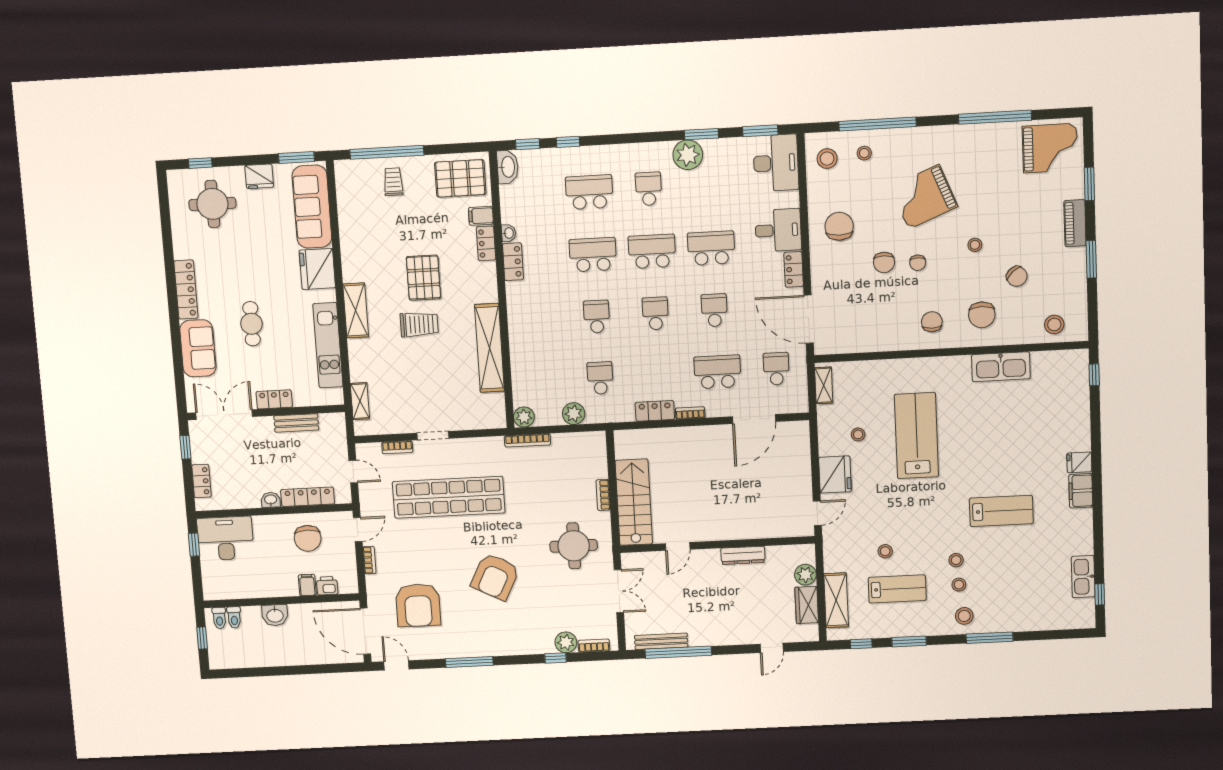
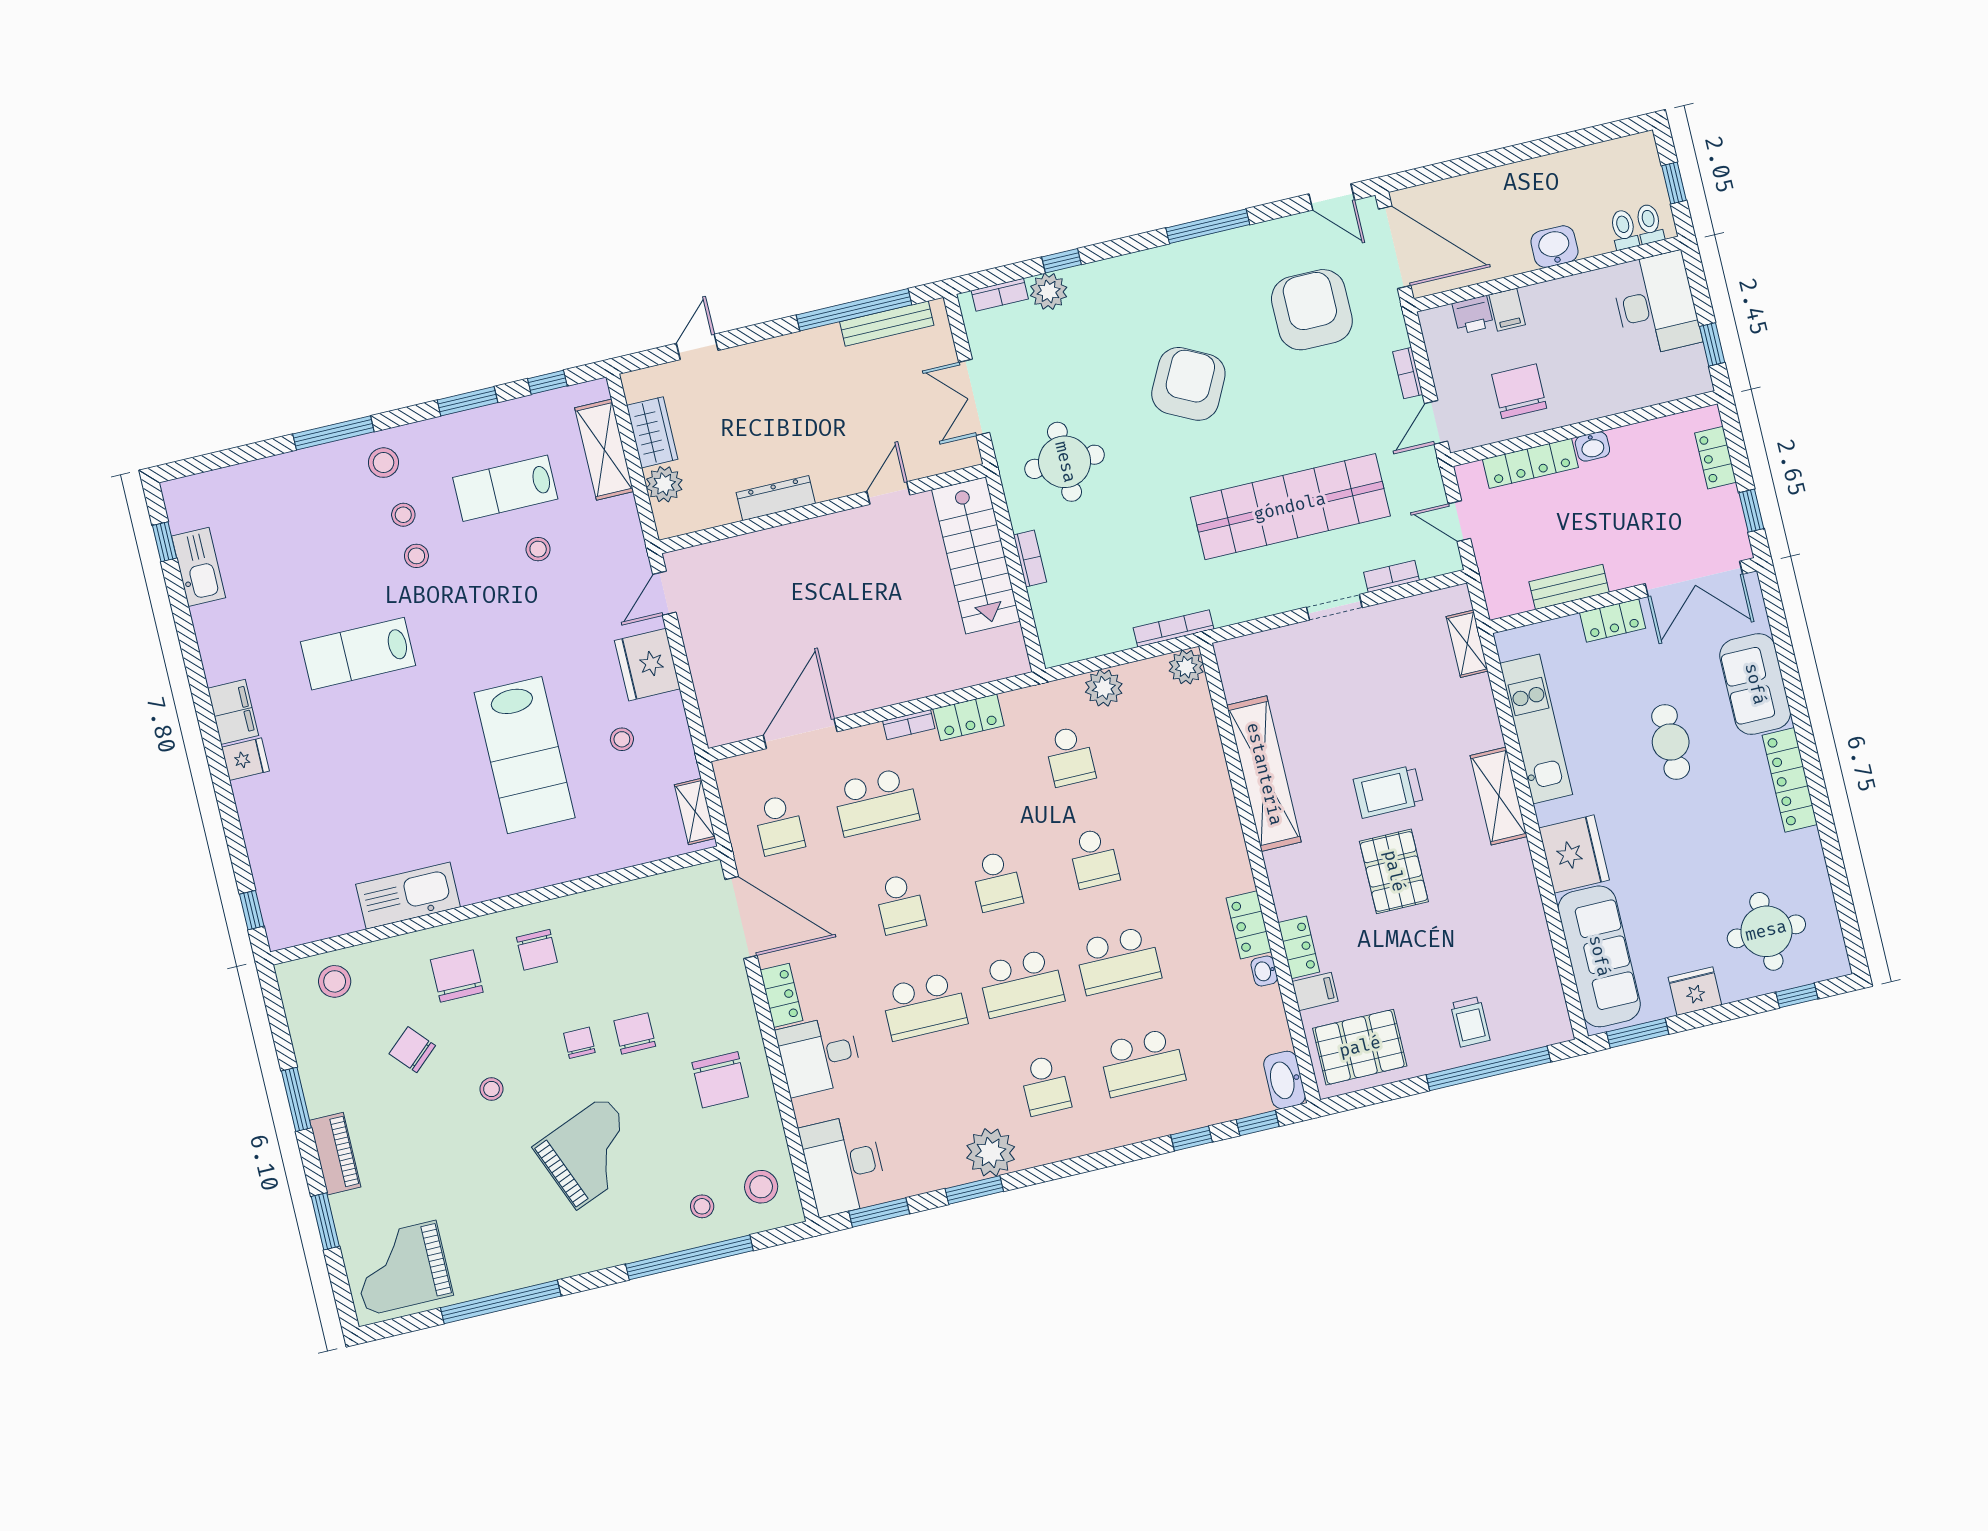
desk: (225, 538) -> (1656, 304), moved, turned -90

